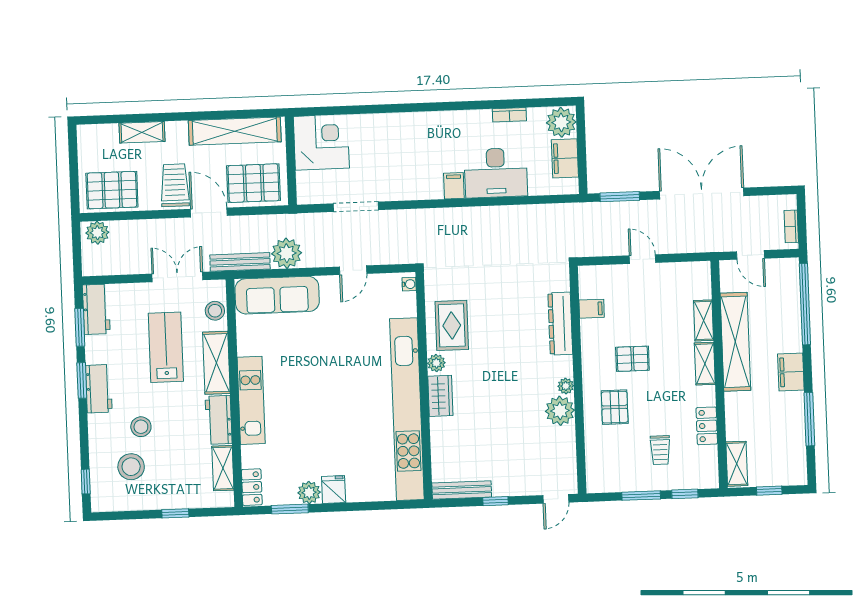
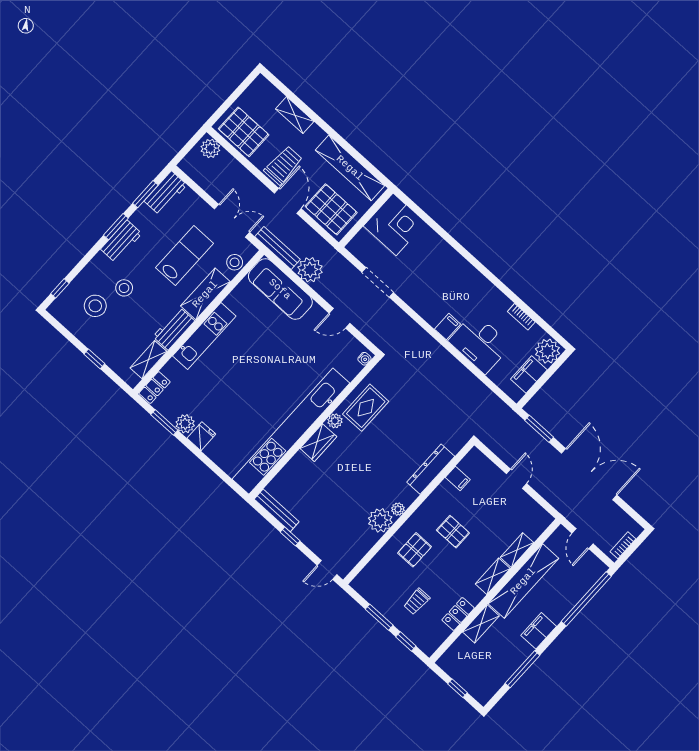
shelving: (737, 464) -> (481, 624), moved

